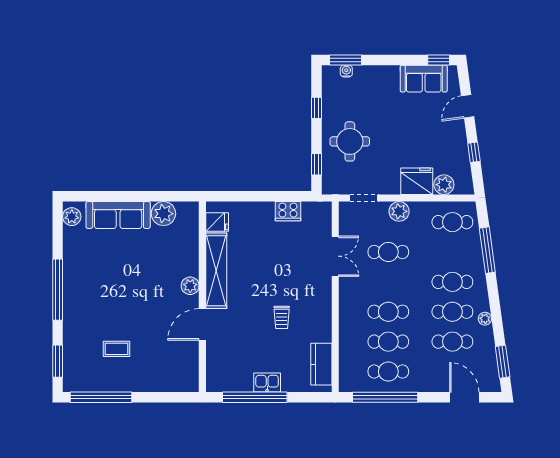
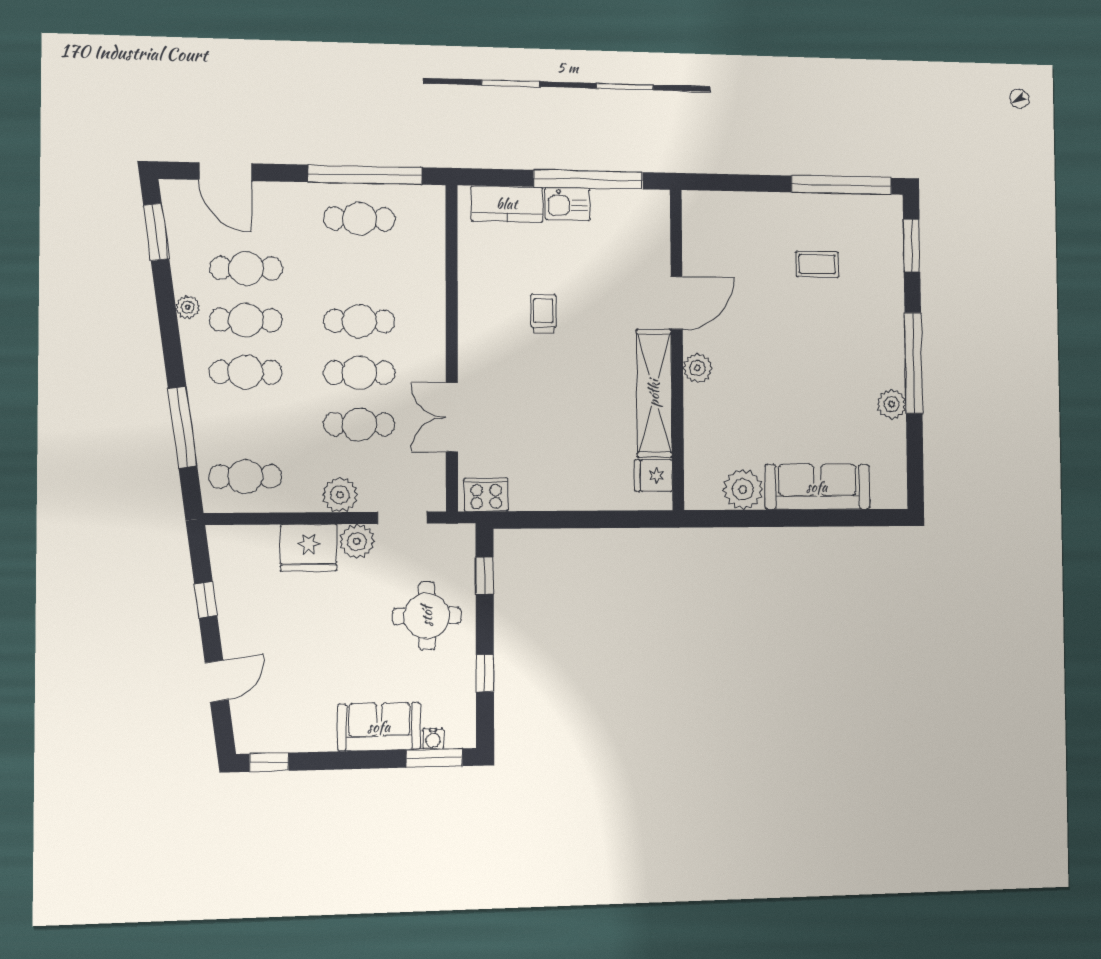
sofa: (424, 79) -> (379, 727), moved
plant: (444, 185) -> (357, 541), moved
cooker: (288, 211) -> (486, 495), moved
plant: (72, 217) -> (891, 404), moved
cafe table: (388, 342) -> (359, 373), moved
kitchen counter: (321, 364) -> (507, 204), moved, turned 90

